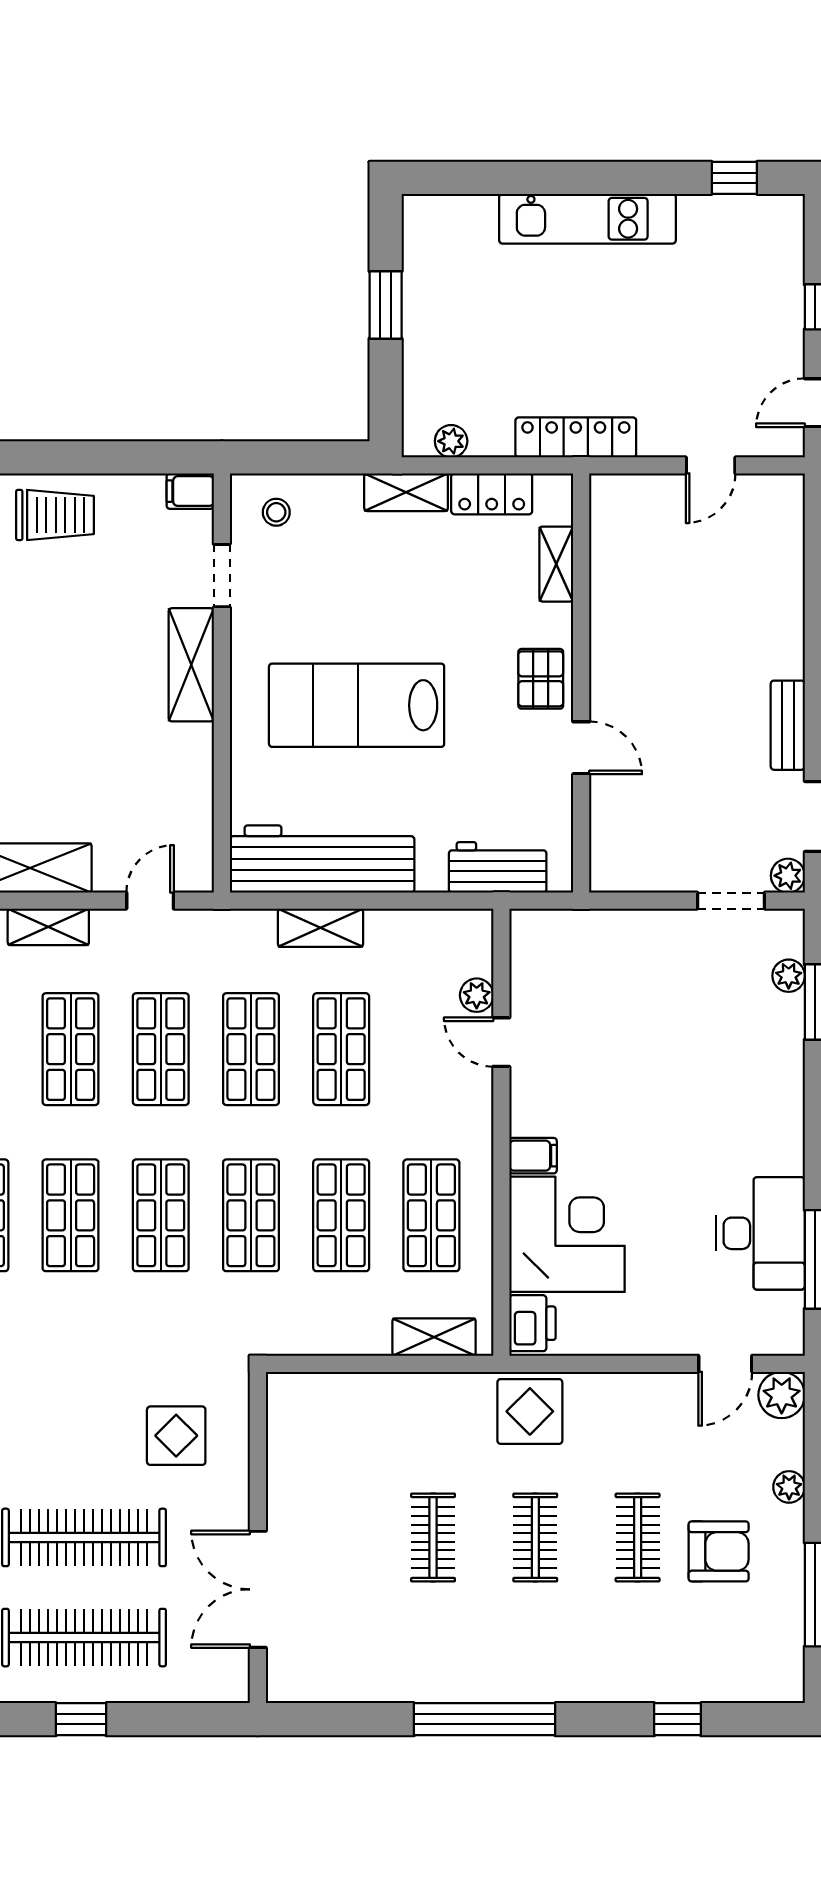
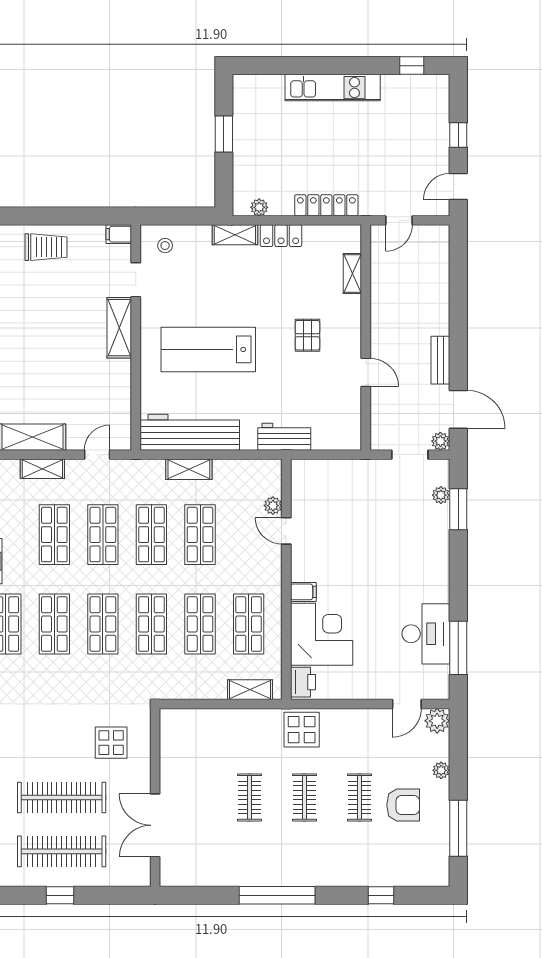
shelving: (556, 564) -> (352, 273), moved
wall: (581, 683) -> (366, 338), moved
door: (581, 748) -> (366, 372), moved

